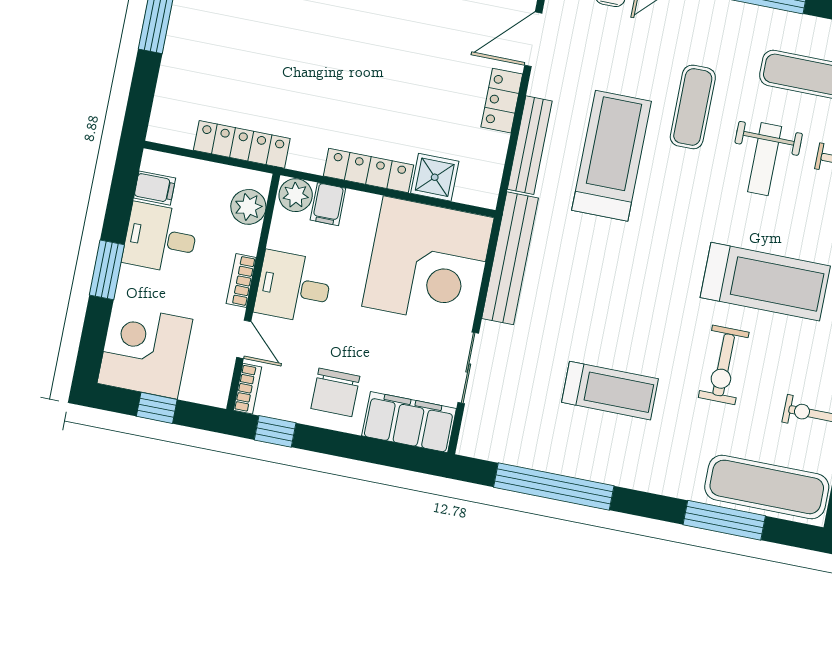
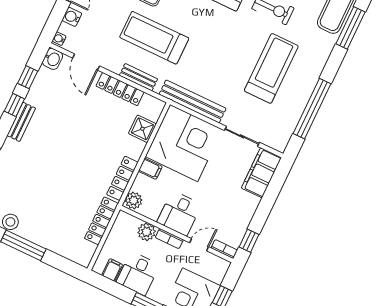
locker: (502, 101) -> (120, 89), width x1.53
bench: (530, 145) -> (138, 77), width x0.73
locker: (368, 170) -> (122, 178), moved
filing cabinet: (328, 204) -> (150, 169), moved
plant: (248, 207) -> (147, 232), moved
treadmill: (610, 391) -> (271, 68), width x1.37, depth x1.37
chair: (335, 392) -> (237, 206), removed

